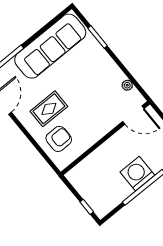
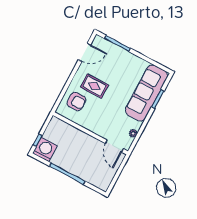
sofa: (50, 46) -> (146, 93), moved, turned 90
washing machine: (137, 174) -> (45, 149), moved

